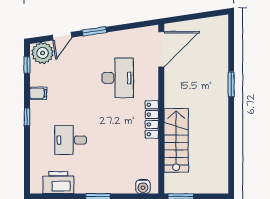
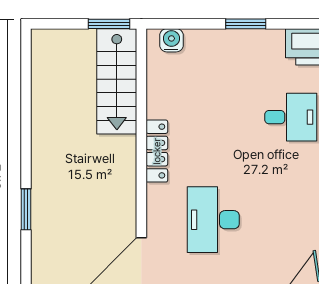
stairs: (176, 140) -> (117, 81), moved

